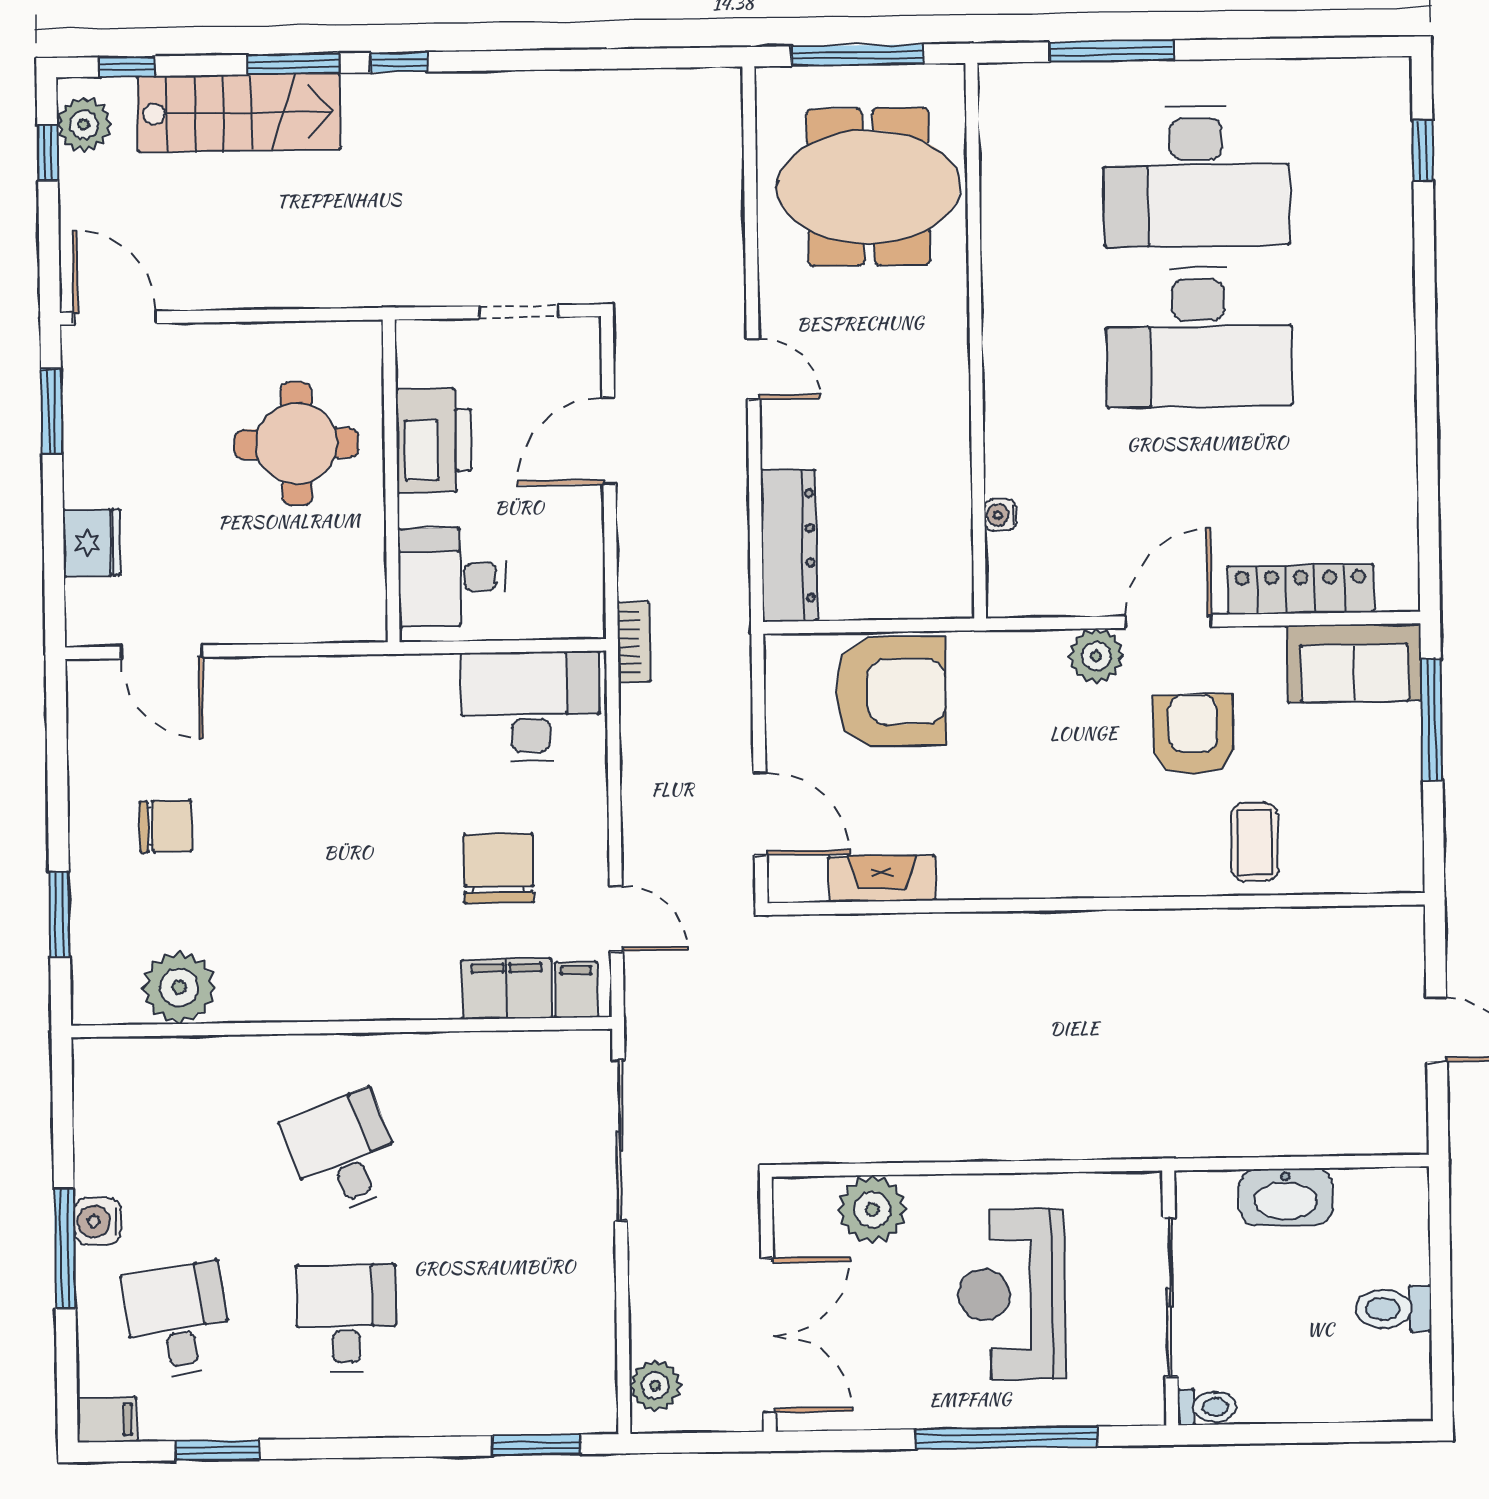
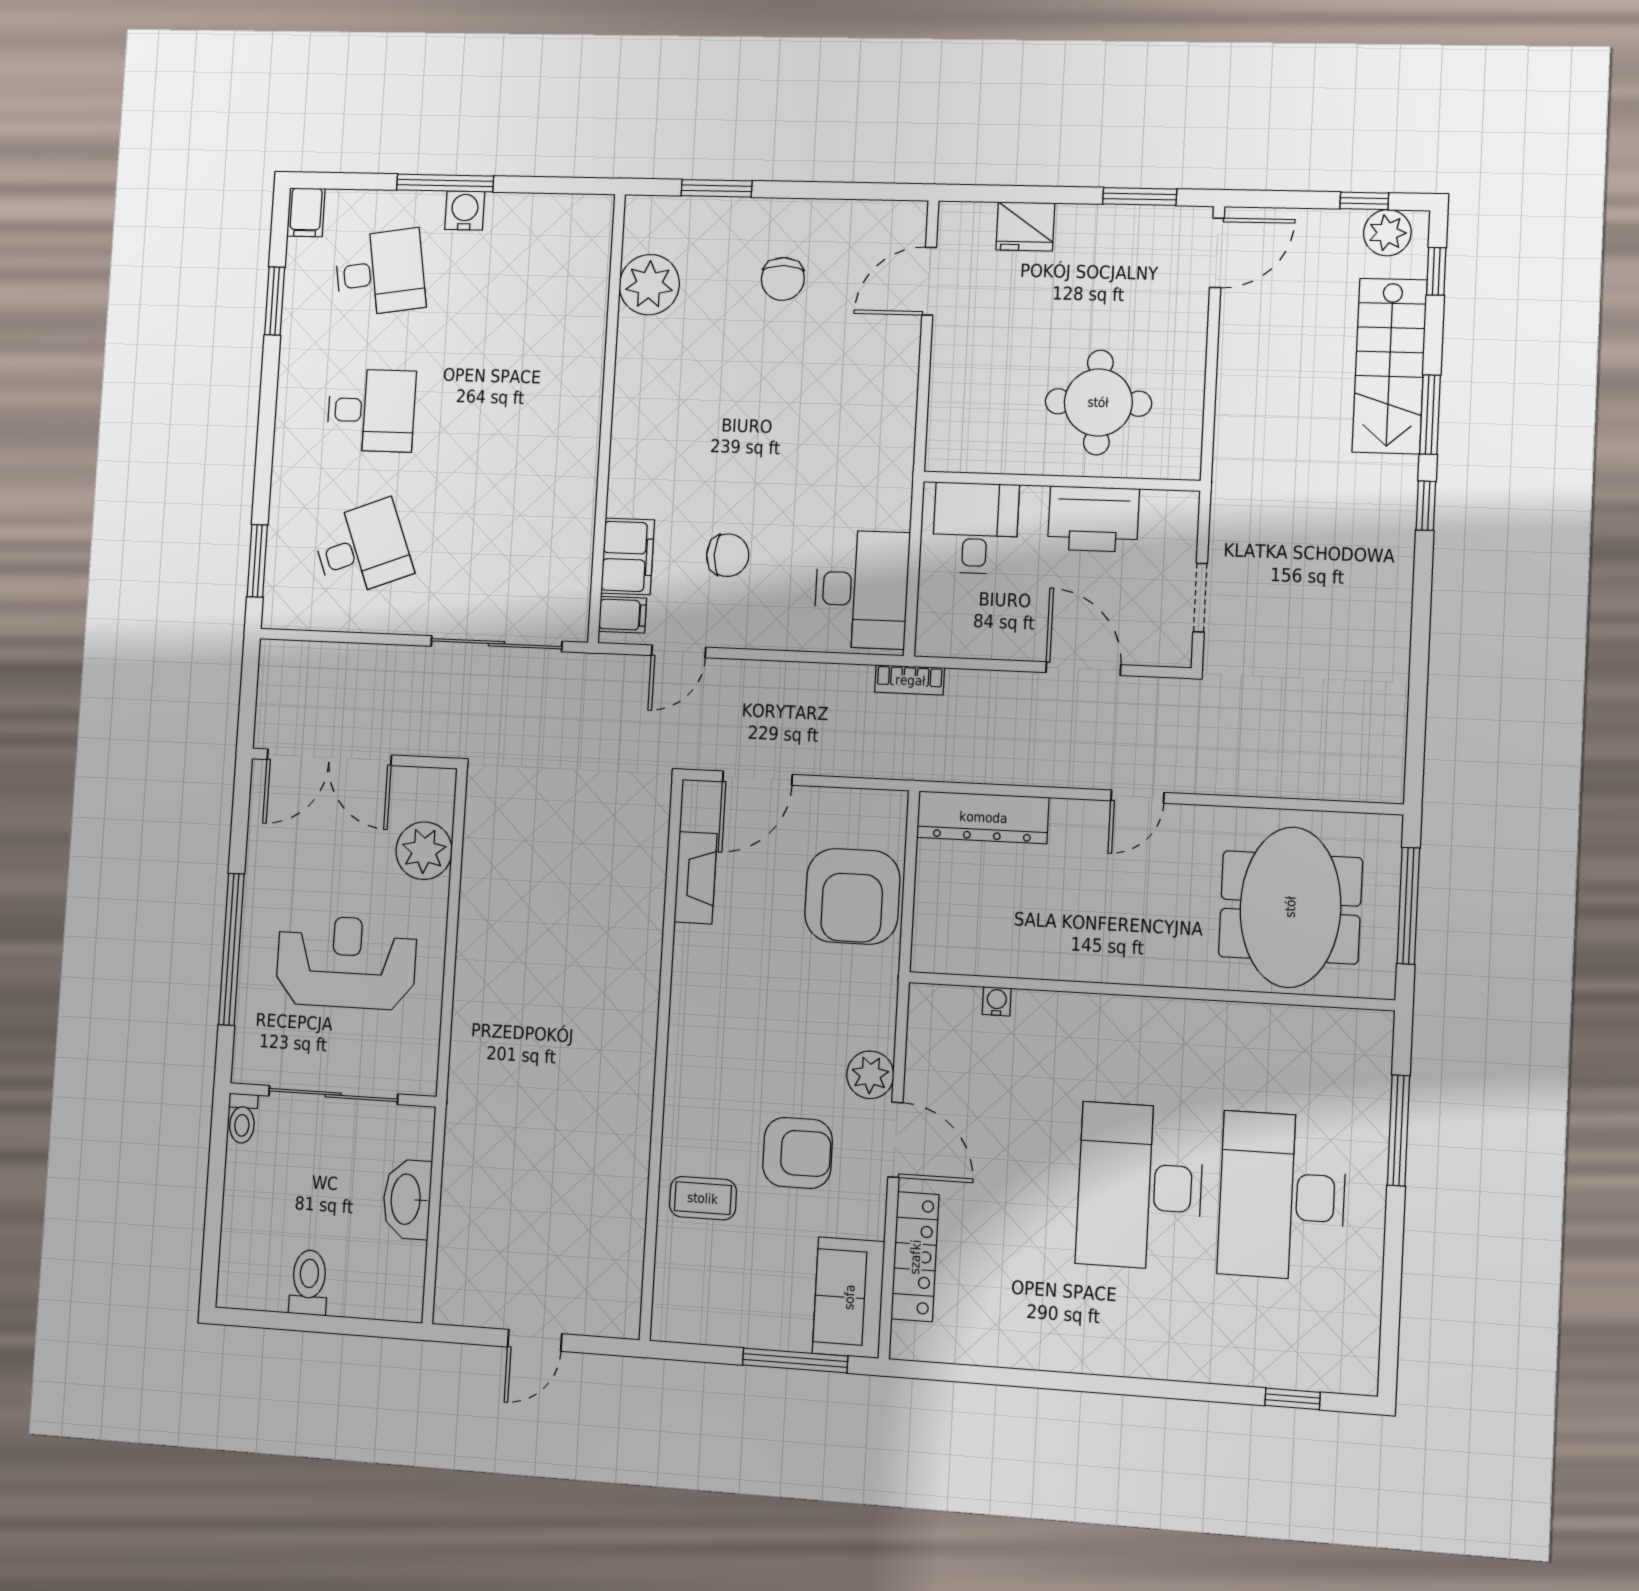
chair: (499, 869) -> (728, 555), width x0.73, depth x0.73
desk: (344, 1154) -> (362, 549), moved
plant: (655, 1386) -> (297, 661), removed

